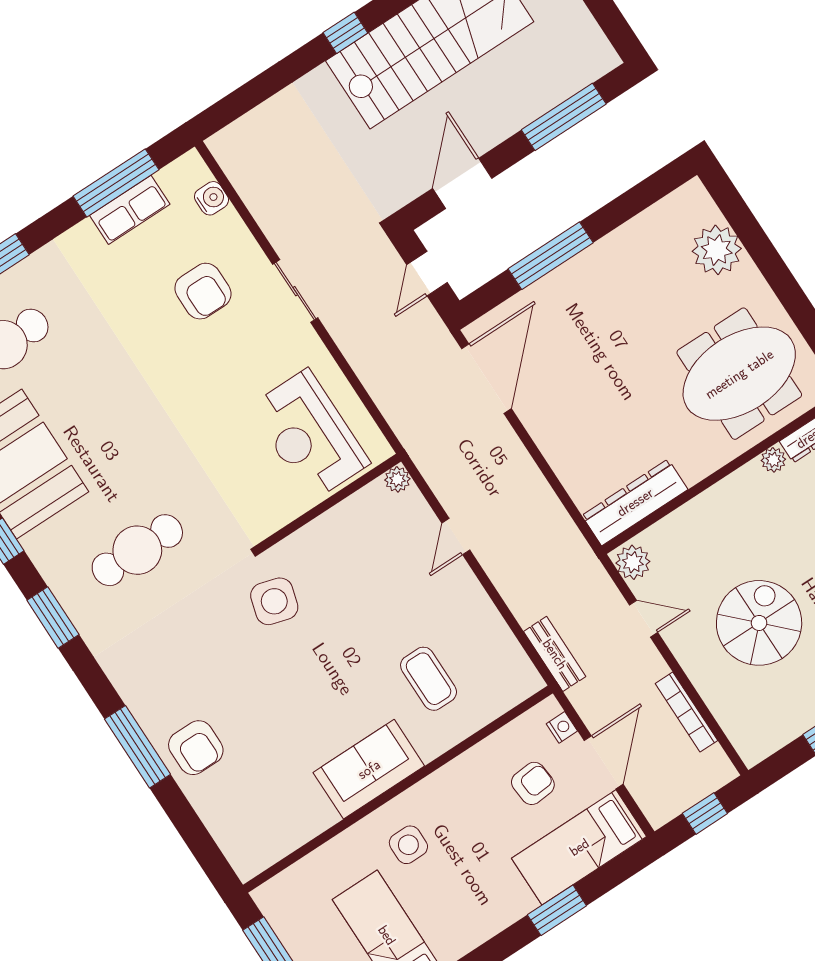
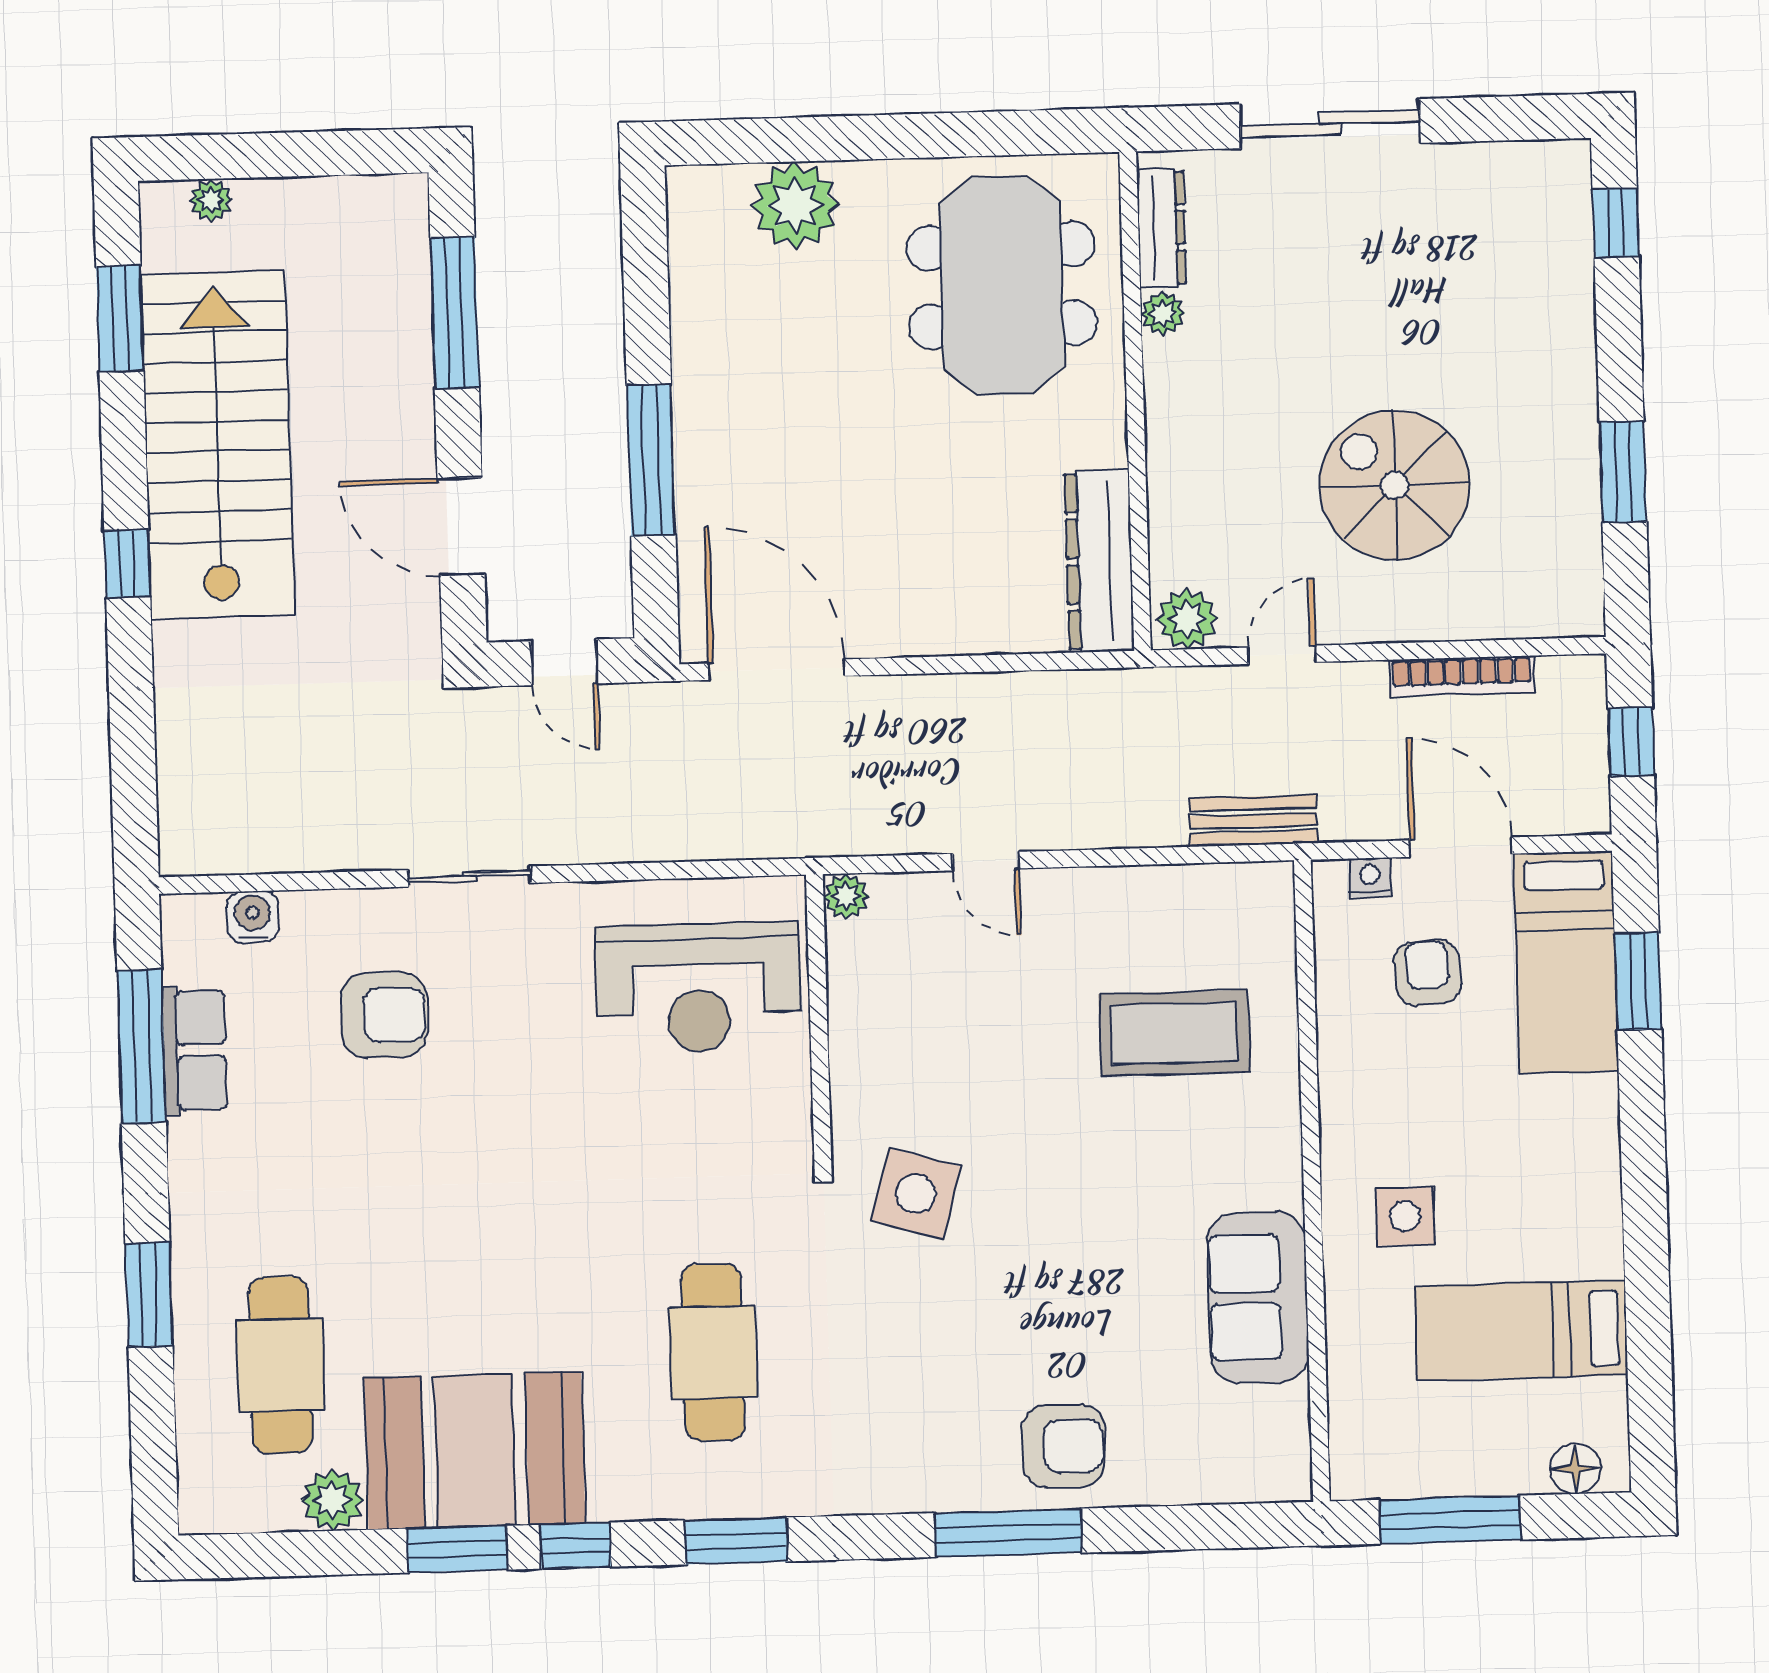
coffee table: (429, 679) -> (1174, 1033), width x1.36, depth x1.32
sofa: (369, 769) -> (1258, 1297), moved
window: (557, 910) -> (1638, 981), moved

